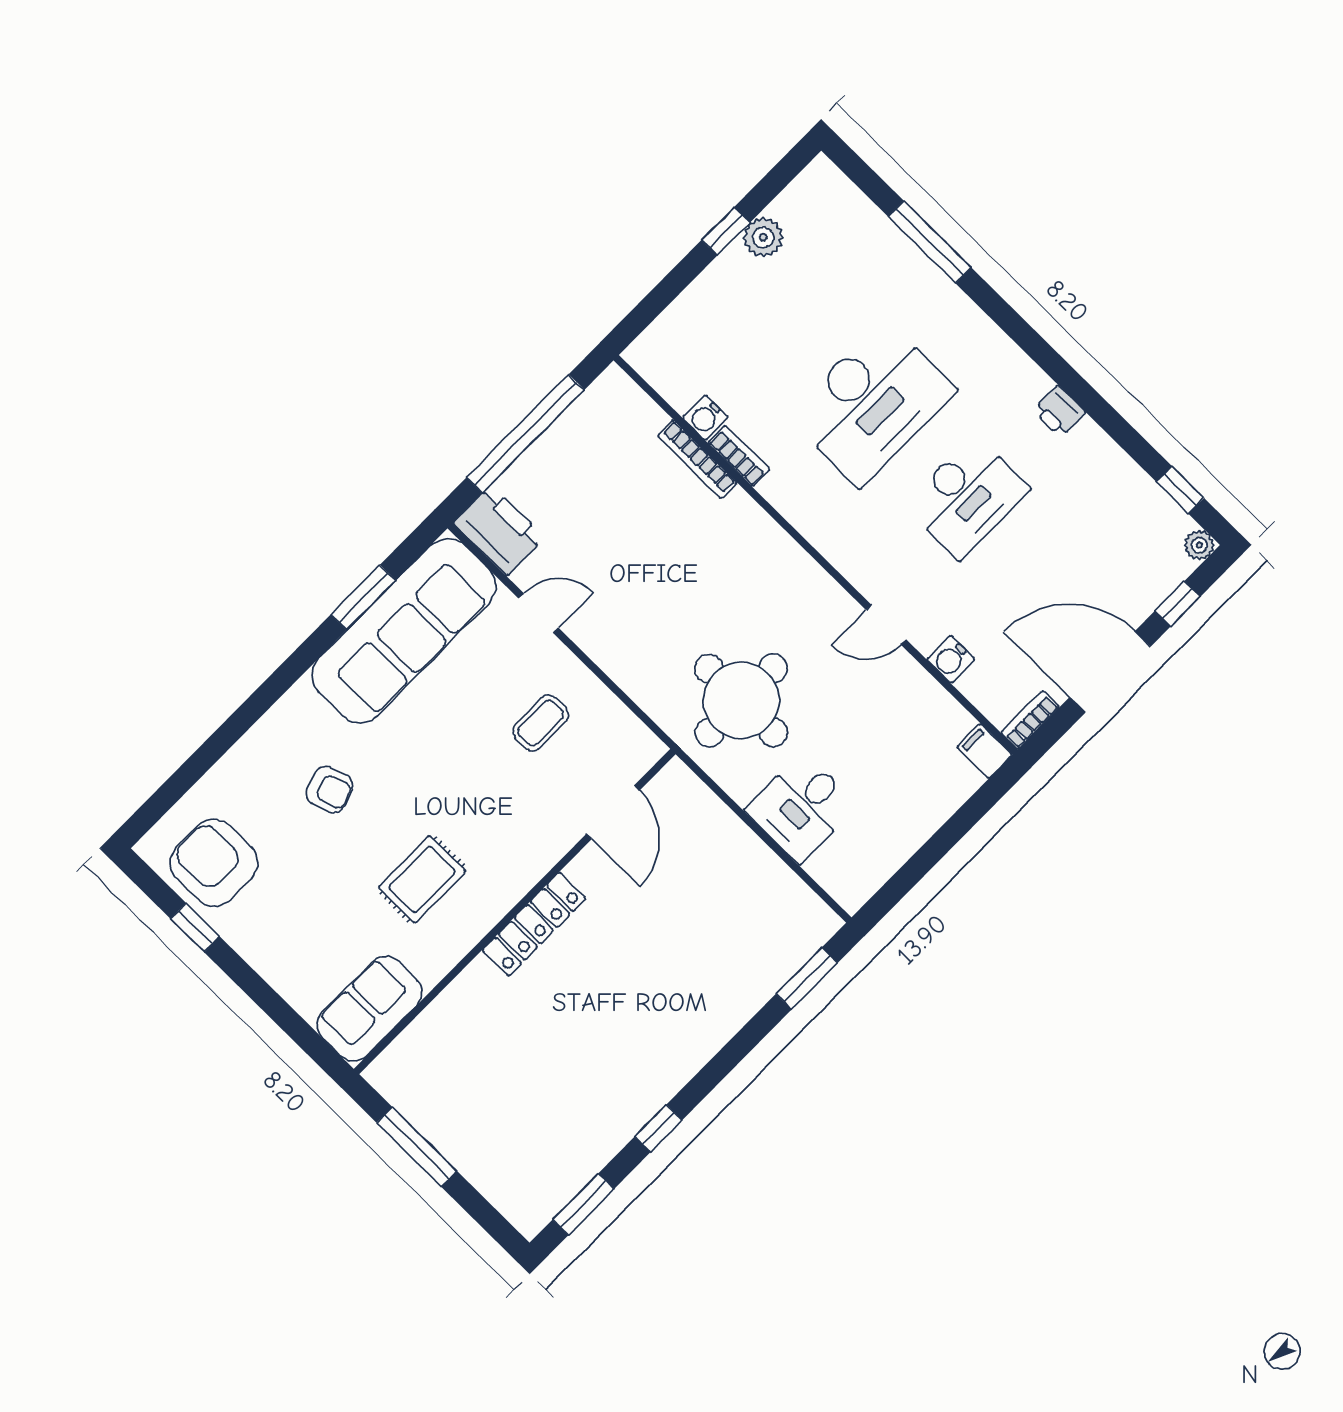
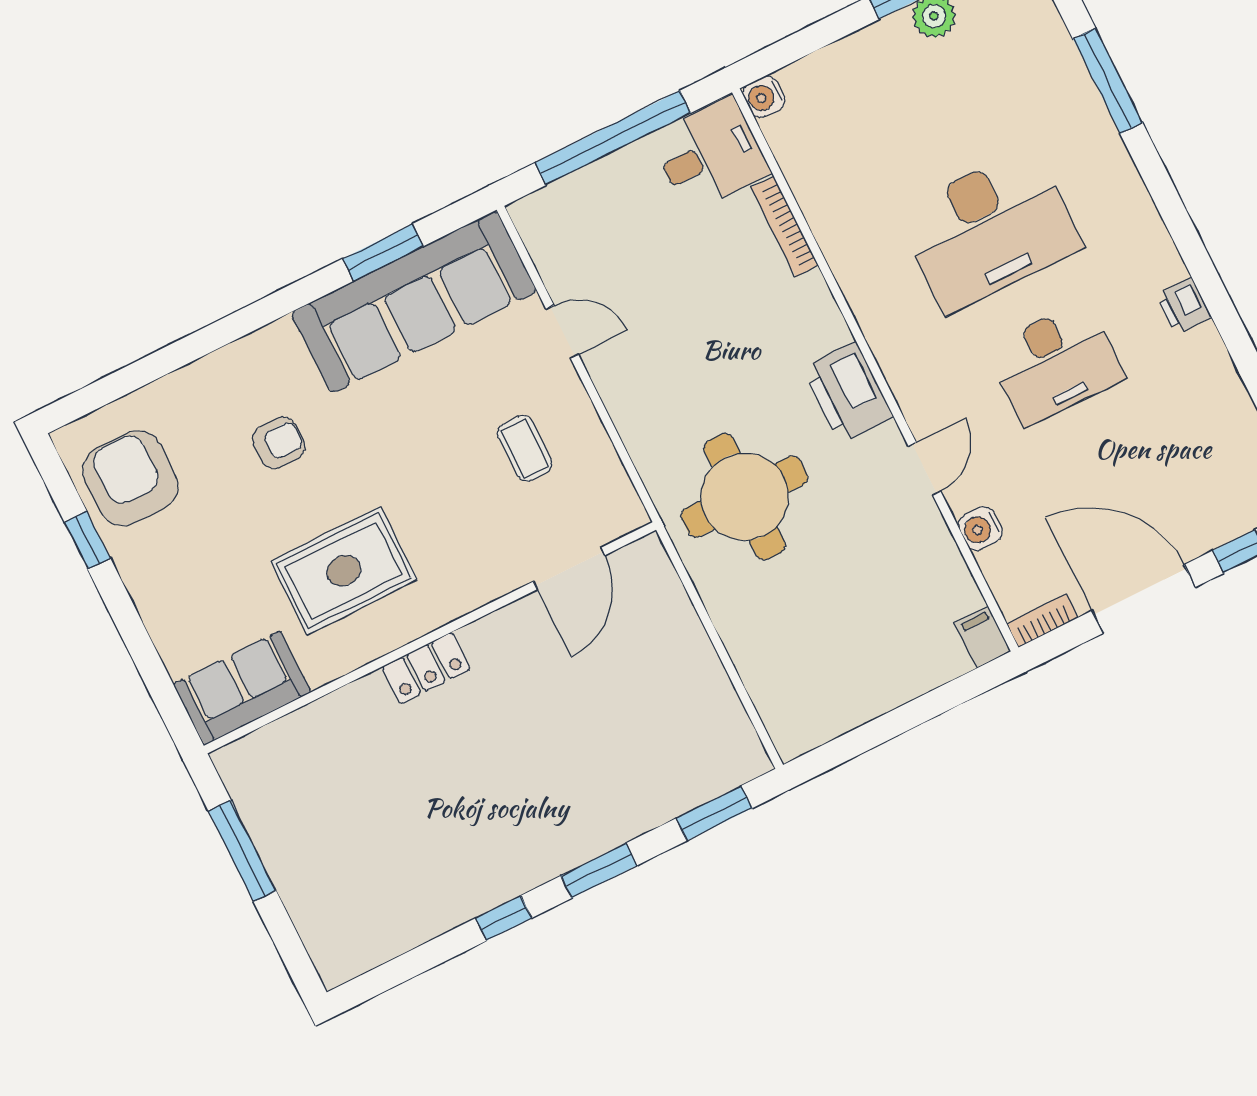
water cooler: (705, 418) -> (764, 97), moved
bookcase: (739, 456) -> (830, 238), removed
printer: (499, 530) -> (848, 393), moved, turned 180
door: (886, 625) -> (925, 469), swing flipped
coffee table: (541, 723) -> (525, 448), turned 90
armchair: (330, 790) -> (279, 443), turned -72
desk: (801, 808) -> (710, 155), moved, turned 180
rug: (422, 879) -> (344, 571), width x1.36, depth x1.43
locker: (534, 924) -> (426, 668), width x0.66
window: (583, 1204) -> (599, 871), moved

